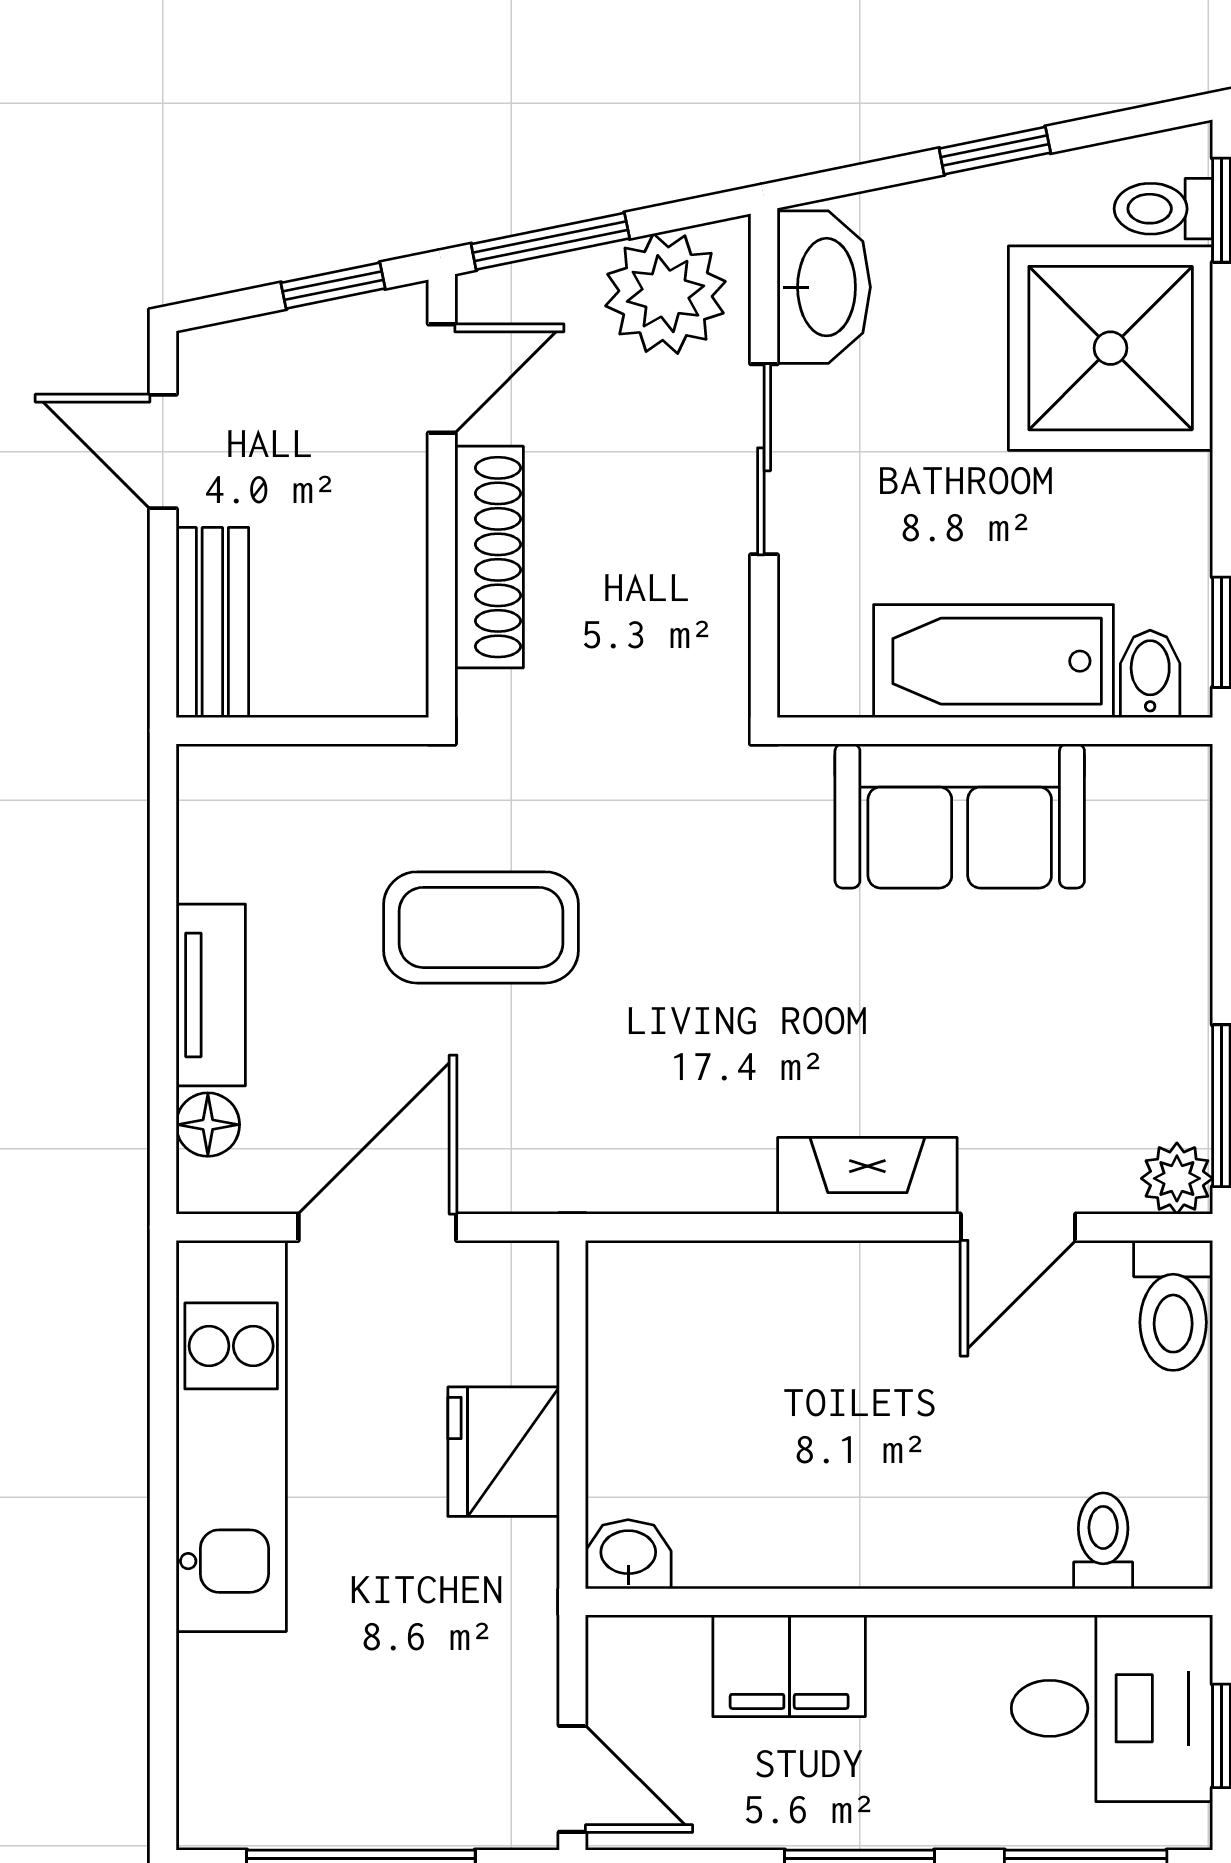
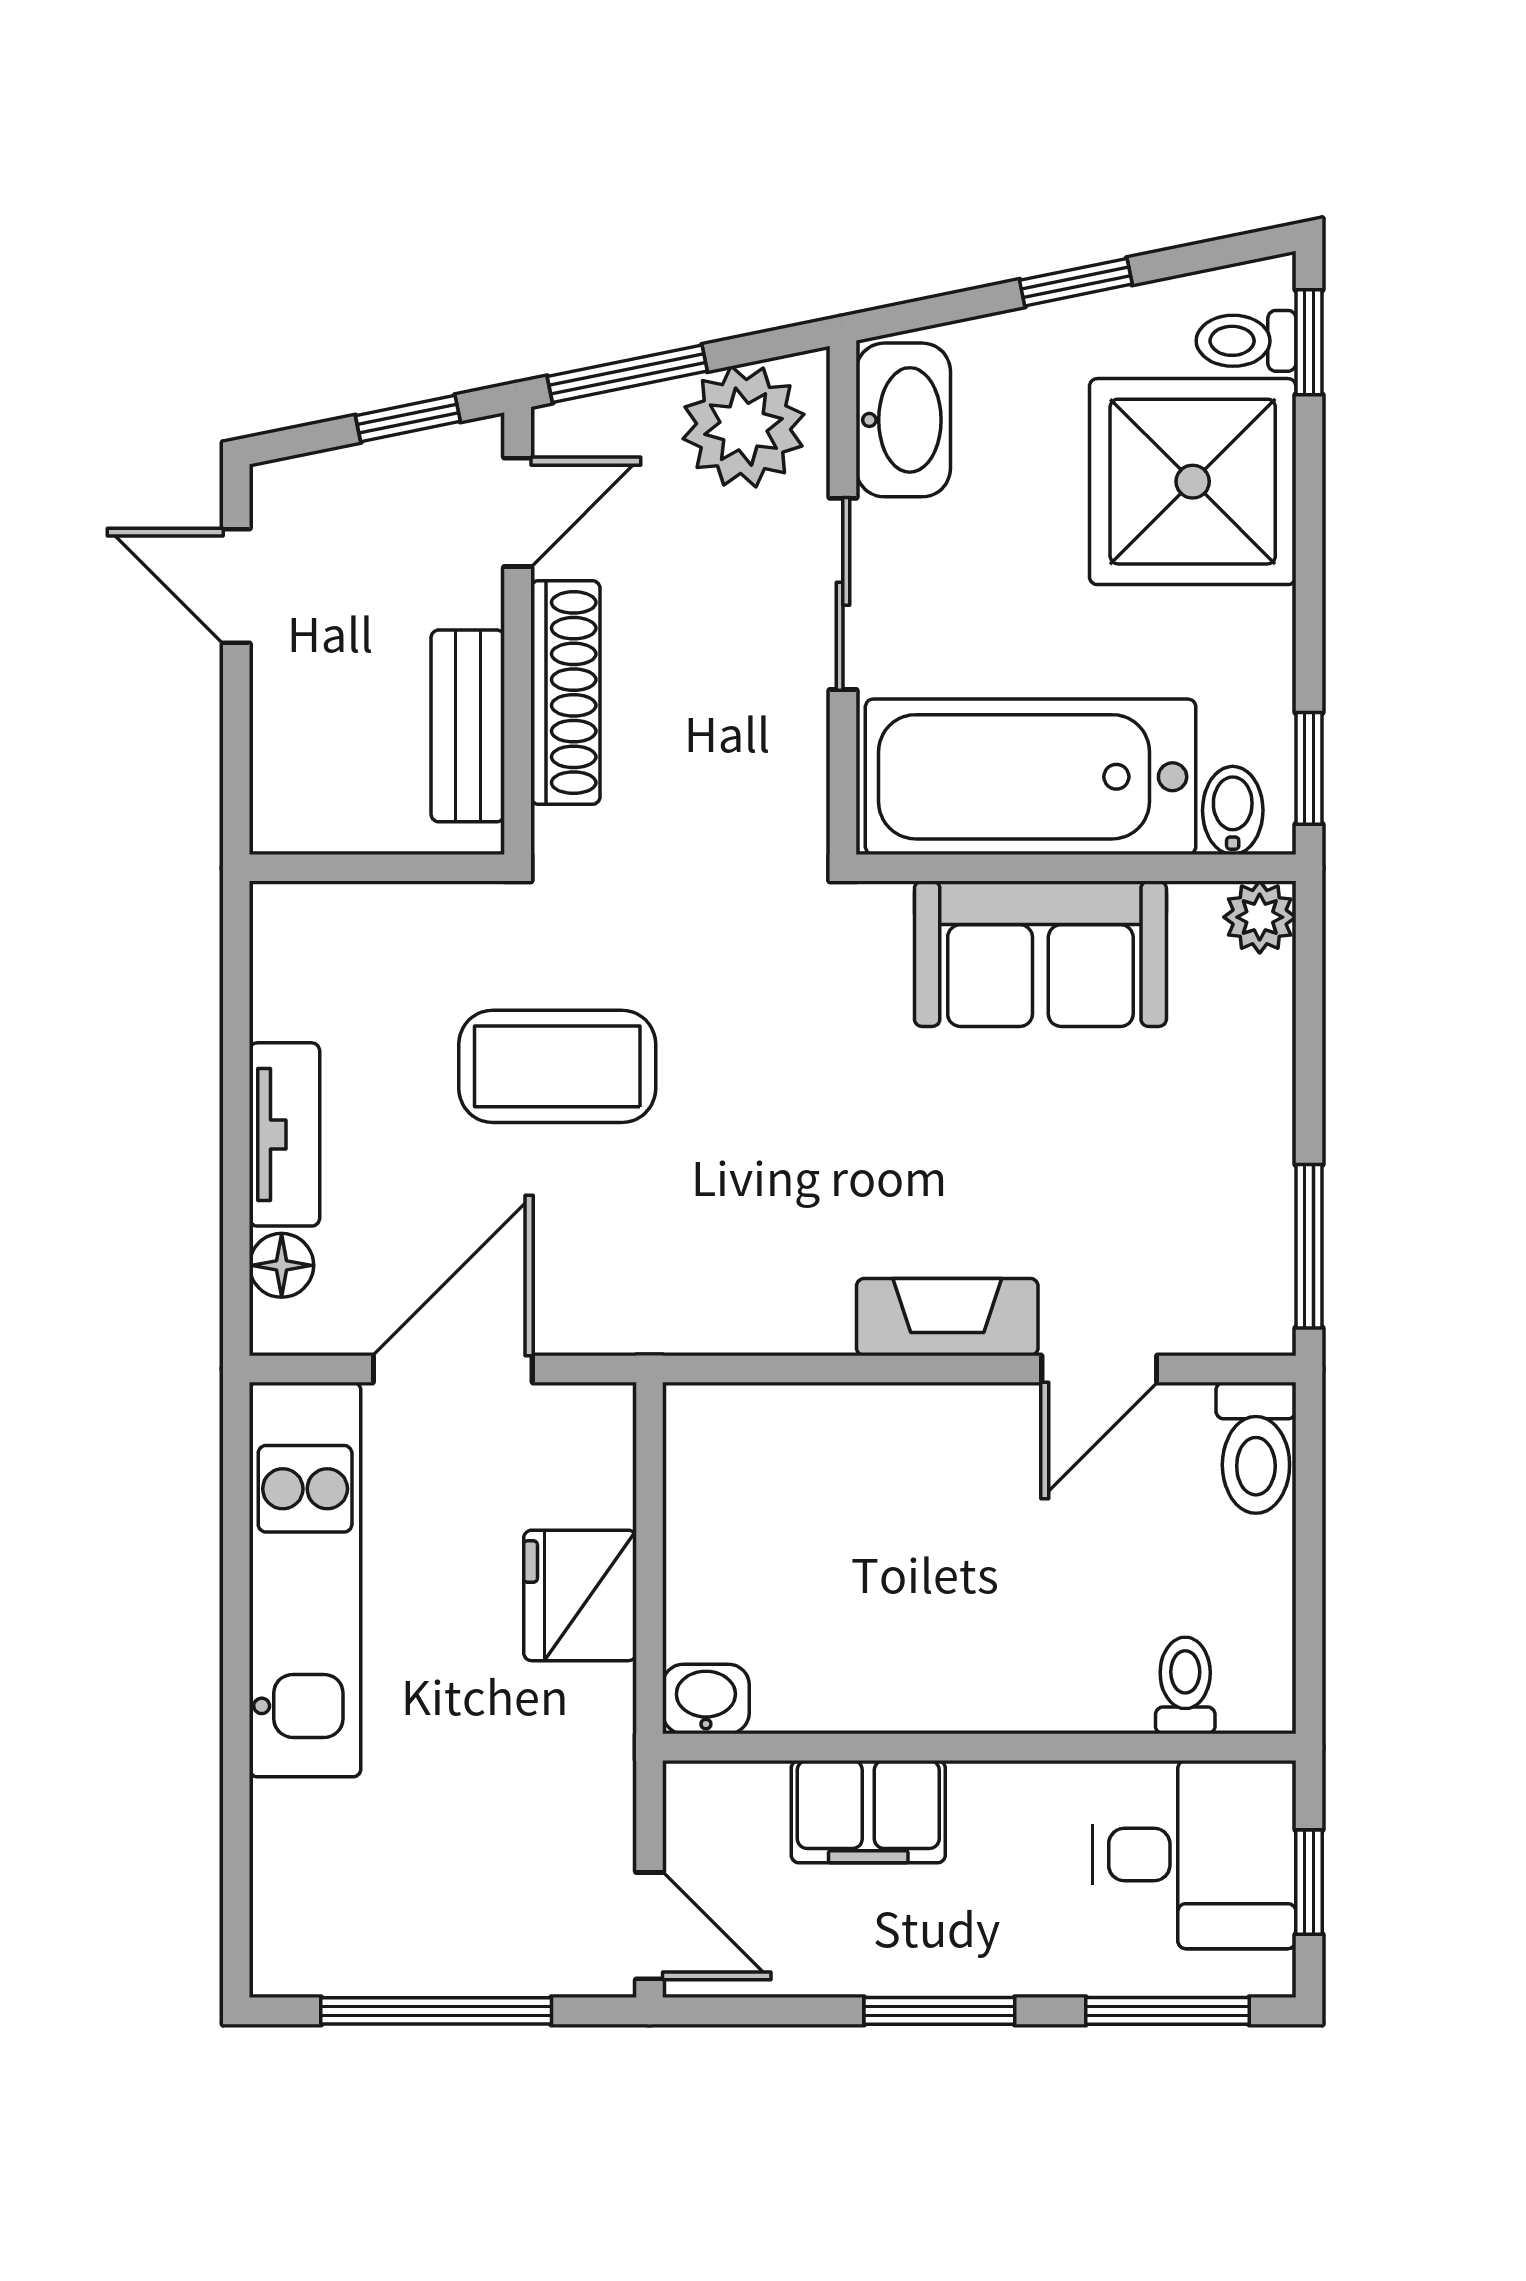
bench: (212, 623) -> (468, 726), moved
bathtub: (994, 661) -> (1031, 777), width x1.36, depth x1.36
plant: (1177, 1178) -> (1260, 917), moved

